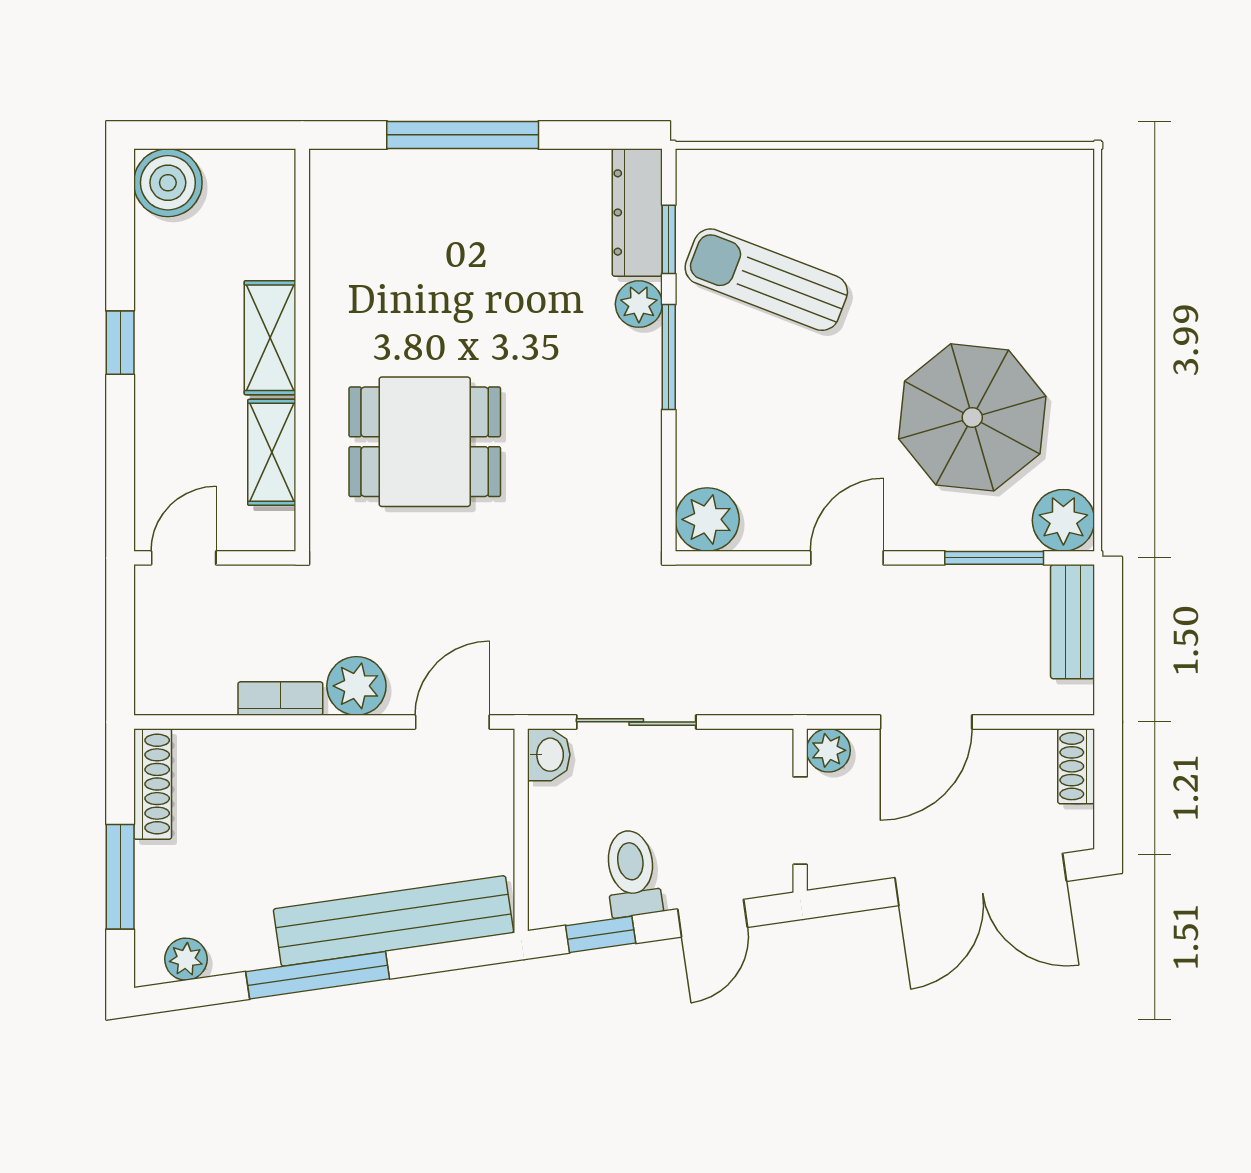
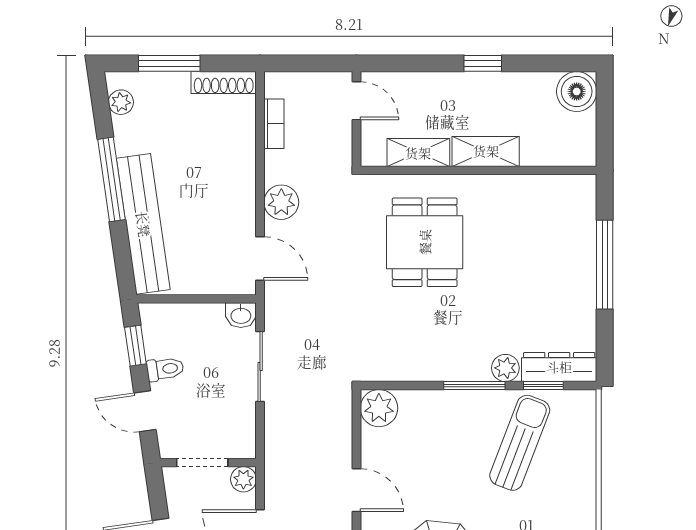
bookcase: (280, 699) -> (274, 124), moved
toilet: (632, 873) -> (165, 369), width x0.73, depth x0.72

